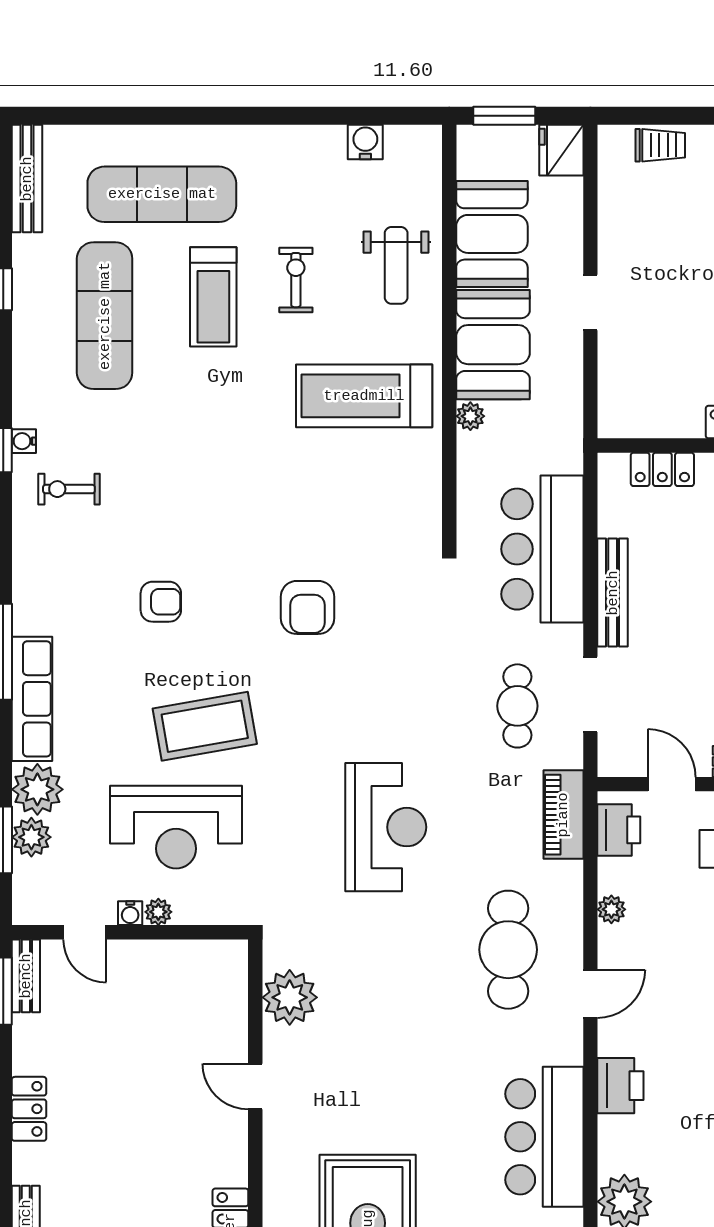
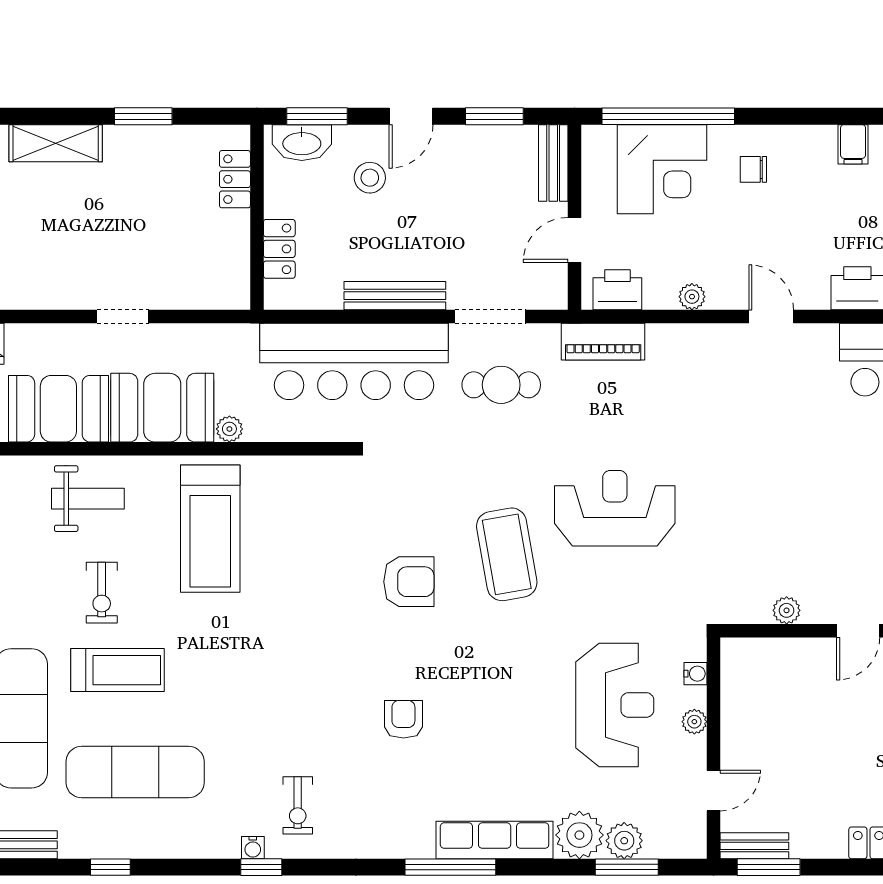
exercise bike: (296, 280) -> (102, 593), turned -90
bar counter: (542, 549) -> (354, 361), width x1.36
coffee table: (205, 726) -> (507, 554), moved
water cooler: (130, 913) -> (696, 674), moved
cafe table: (508, 950) -> (730, 394), removed
plant: (290, 997) -> (787, 610), width x0.53, depth x0.53

